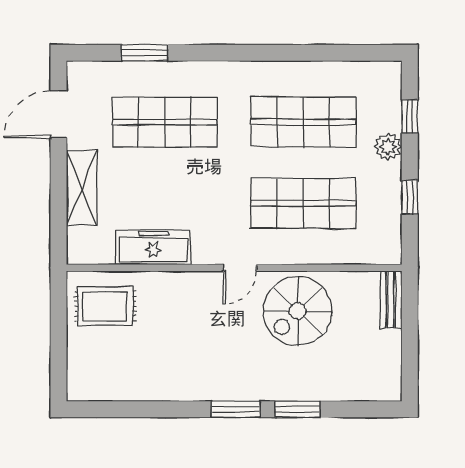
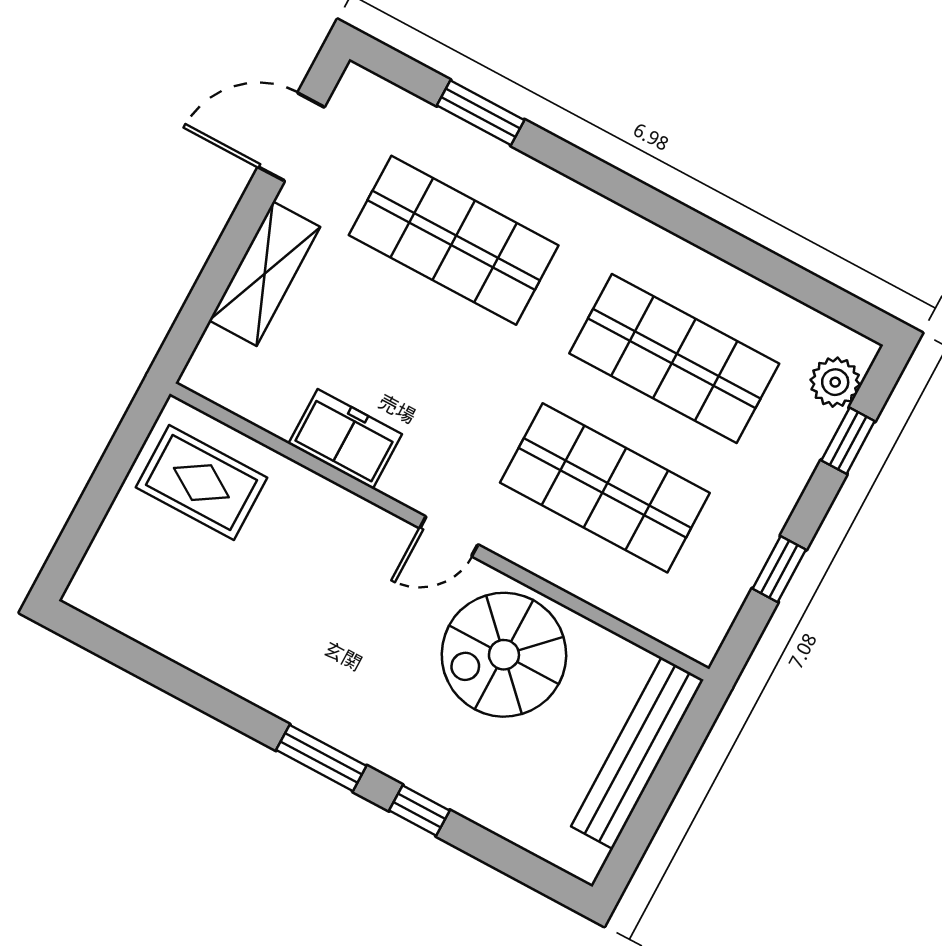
plant: (388, 147) -> (835, 382), moved
freezer: (153, 247) -> (345, 439), width x0.71
bench: (391, 299) -> (637, 753), width x1.86, depth x1.21
window: (297, 409) -> (419, 811), width x0.67

